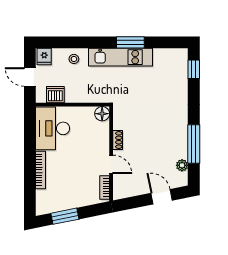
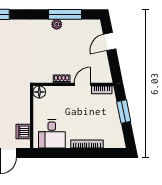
desk: (53, 128) -> (52, 134), width x0.73
plant: (182, 165) -> (57, 24), moved
window: (65, 216) -> (124, 112), moved

